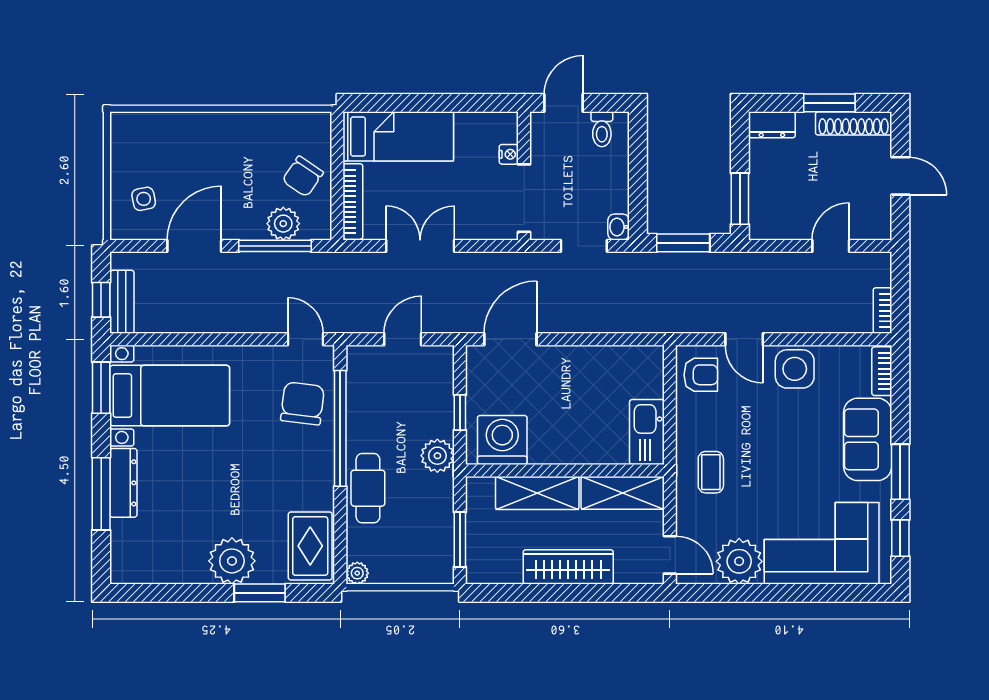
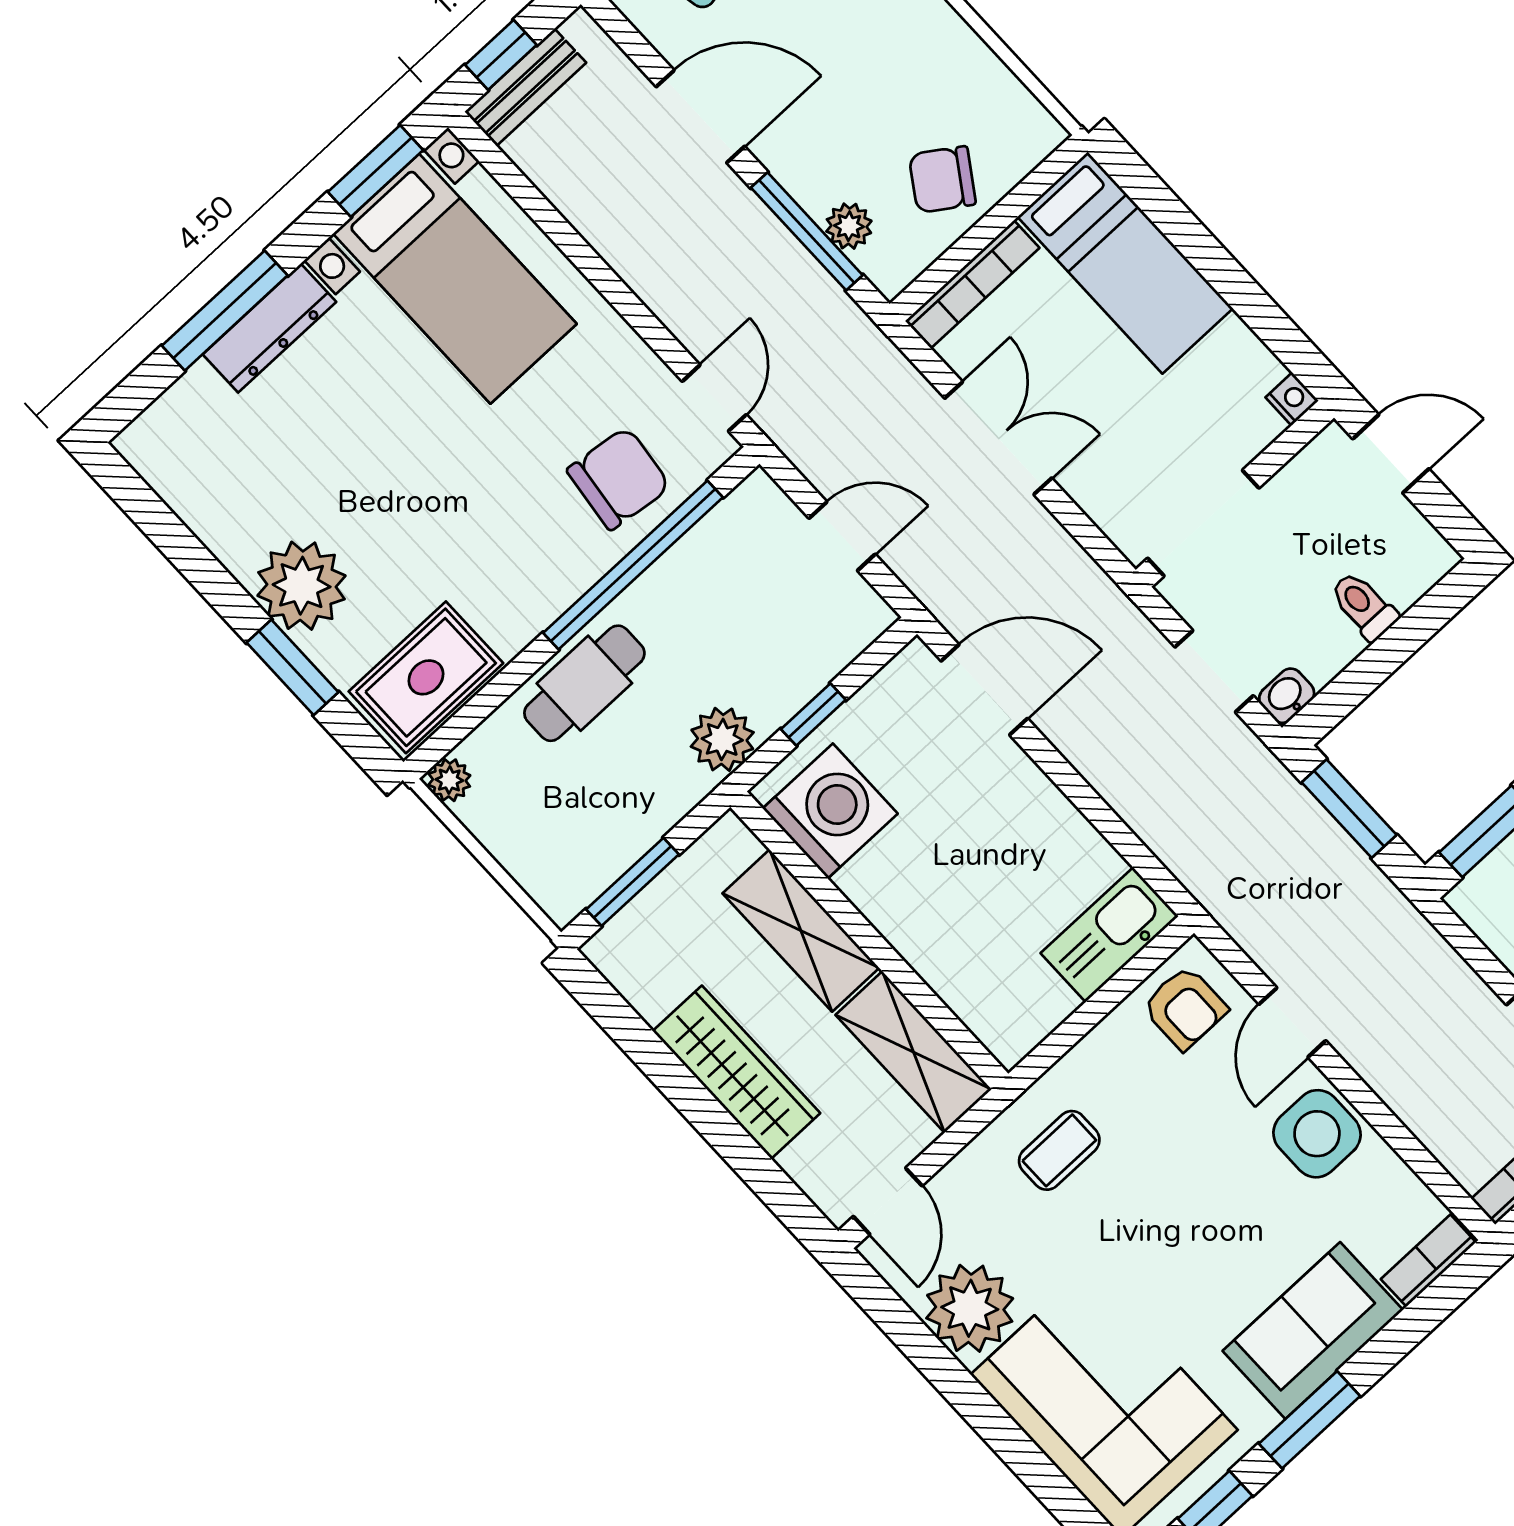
toilet: (602, 129) -> (1364, 606), moved, turned 90
nightstand: (509, 154) -> (1292, 399), moved, turned -90
plant: (283, 224) -> (849, 226), width x0.73, depth x0.73
kitchen sink: (647, 432) -> (1110, 935), moved

